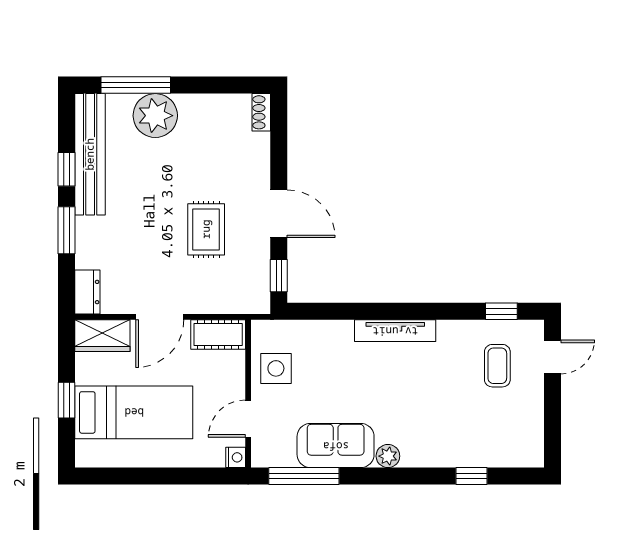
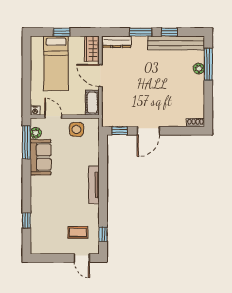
plant: (155, 116) -> (199, 69), width x0.53, depth x0.53
rug: (206, 229) -> (141, 97), removed
dresser: (87, 292) -> (116, 42), width x1.44
plant: (388, 456) -> (36, 133), moved

